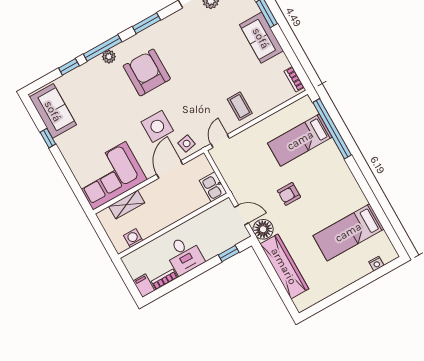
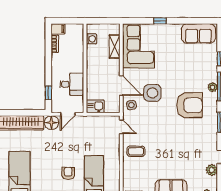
window: (48, 138) -> (160, 21), moved
armchair: (289, 194) -> (68, 173), moved
desk: (184, 255) -> (72, 84), moved, turned 180

